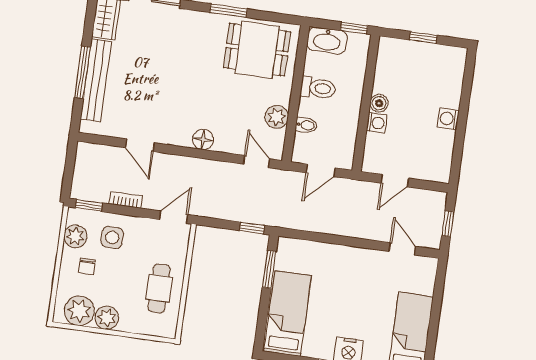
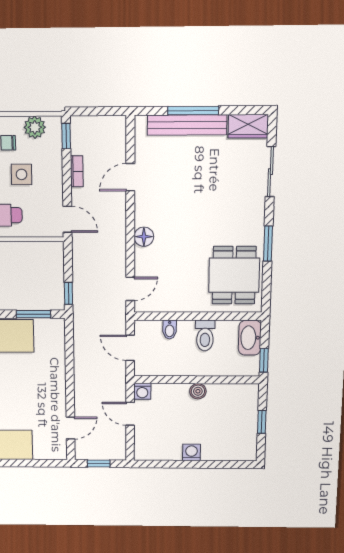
plant: (277, 117) -> (174, 302), removed
washing machine: (377, 123) -> (142, 391), moved
side table: (112, 237) -> (22, 174), moved

